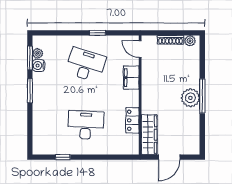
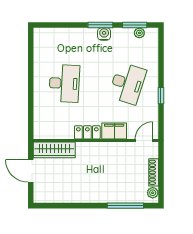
water cooler: (39, 66) -> (104, 34), moved
window: (202, 96) -> (125, 206), moved
plant: (190, 98) -> (93, 193), removed
locker: (132, 120) -> (87, 132), moved
window: (63, 157) -> (31, 59), removed

